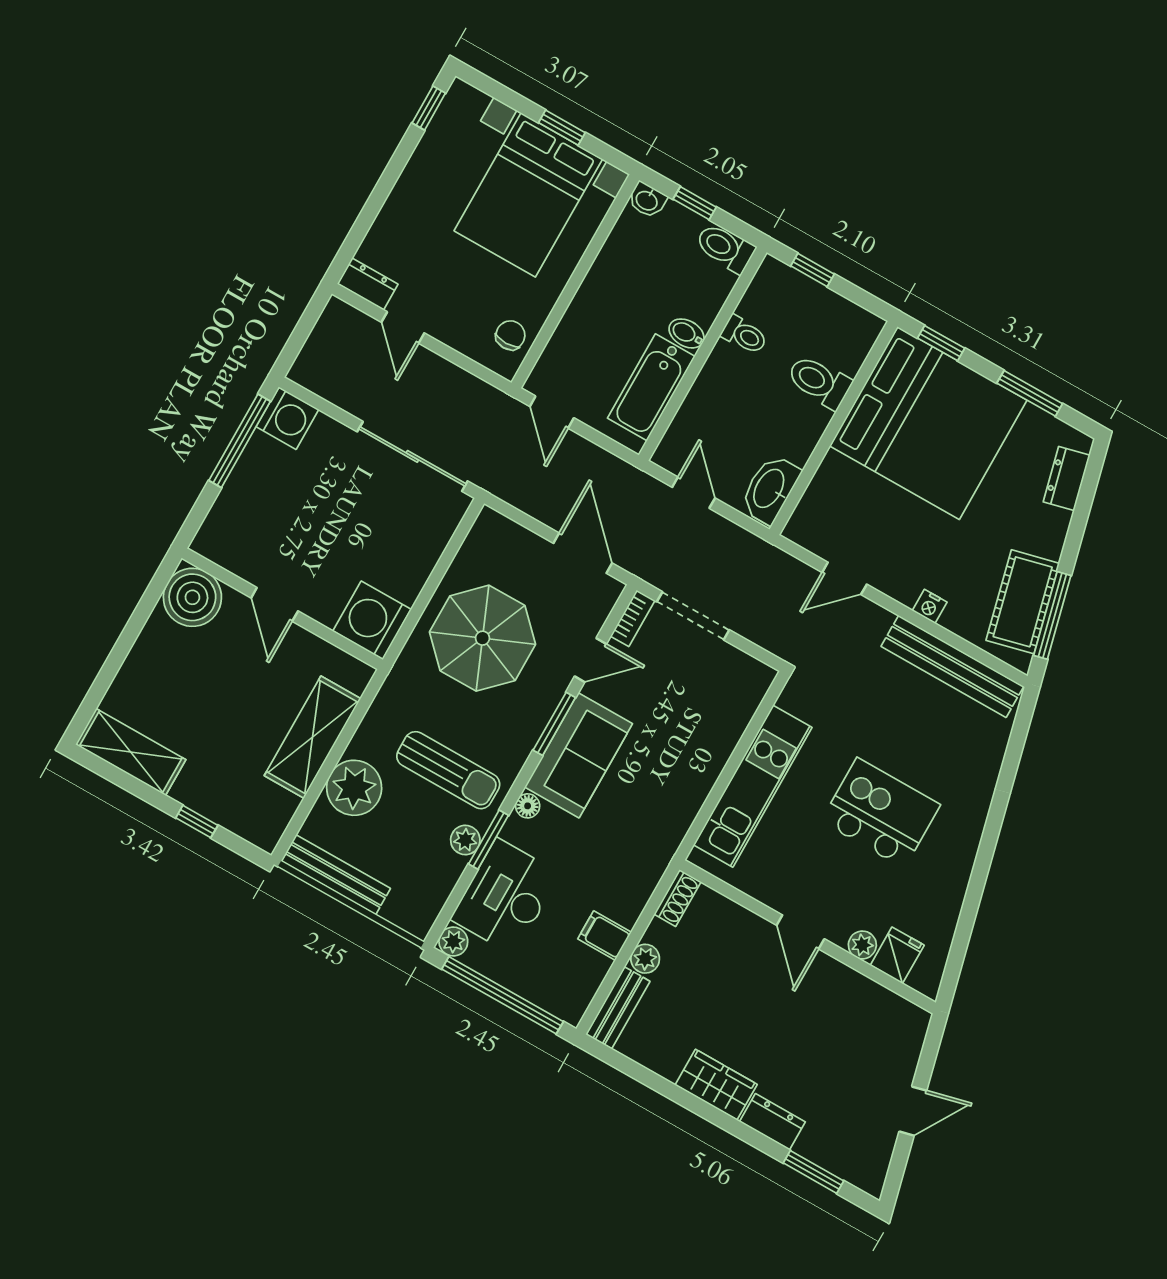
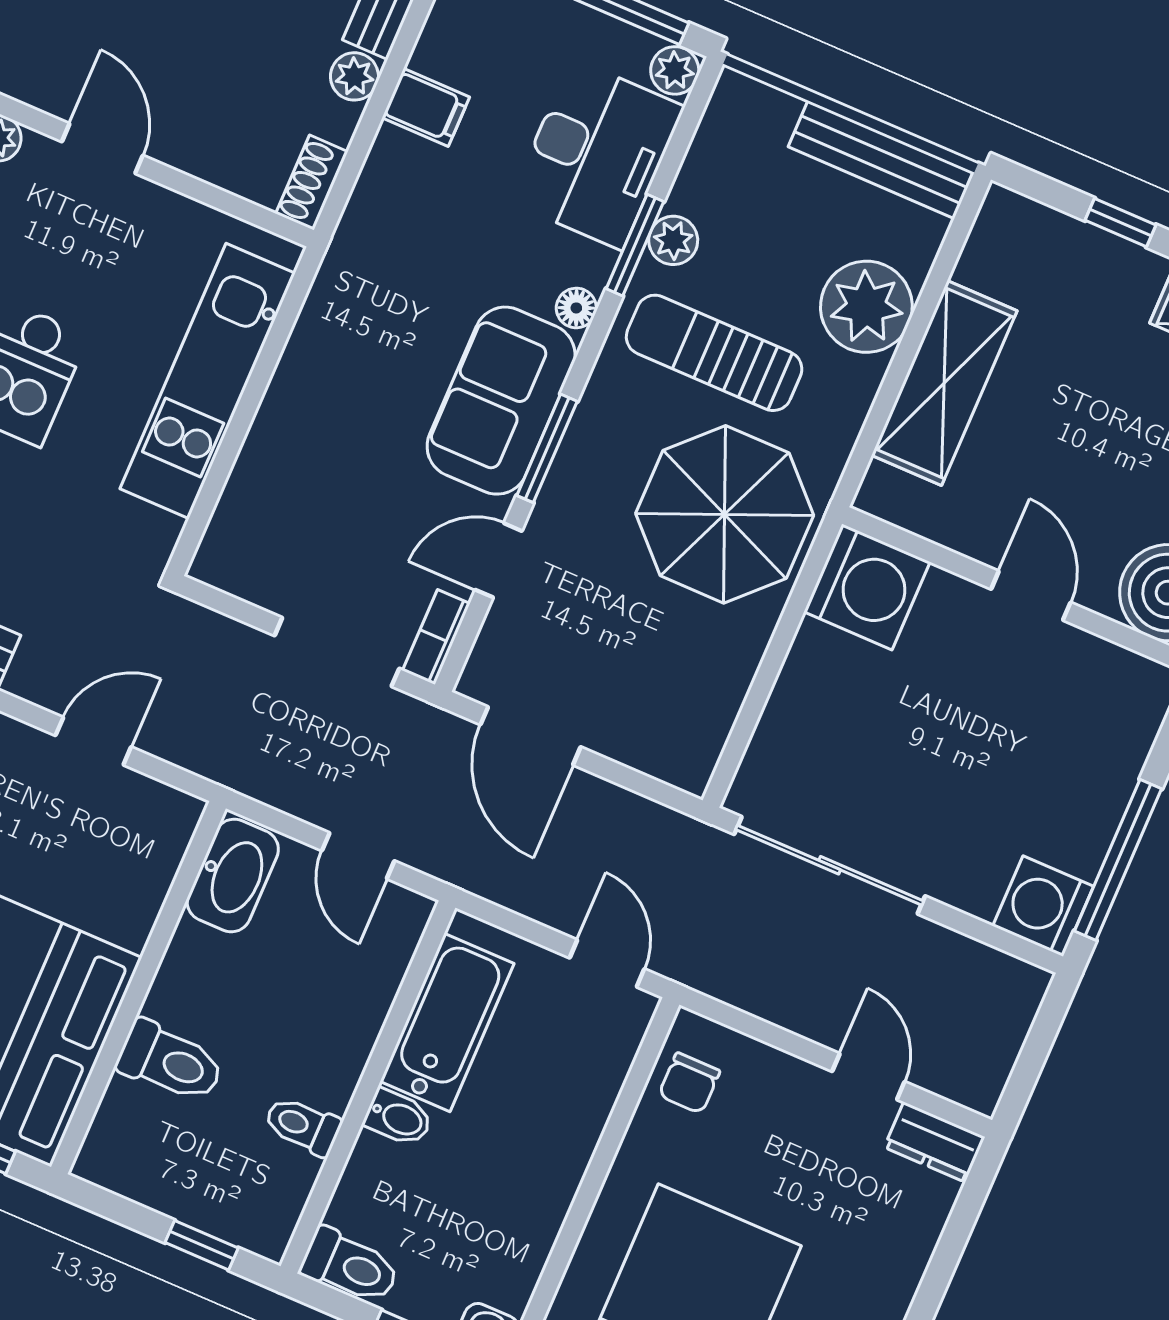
parasol: (482, 638) -> (725, 514), moved

